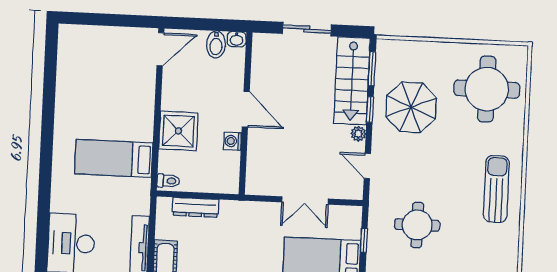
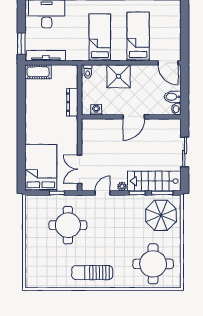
bed: (115, 96) -> (138, 37), added
parasol: (411, 107) -> (161, 215), moved
washing machine: (233, 141) -> (96, 110), moved
sun lounger: (496, 189) -> (92, 273), turned 180
double door: (305, 200) -> (80, 169), moved
dresser: (195, 207) -> (72, 102), moved
round table: (417, 225) -> (68, 225), width x1.36, depth x1.36

